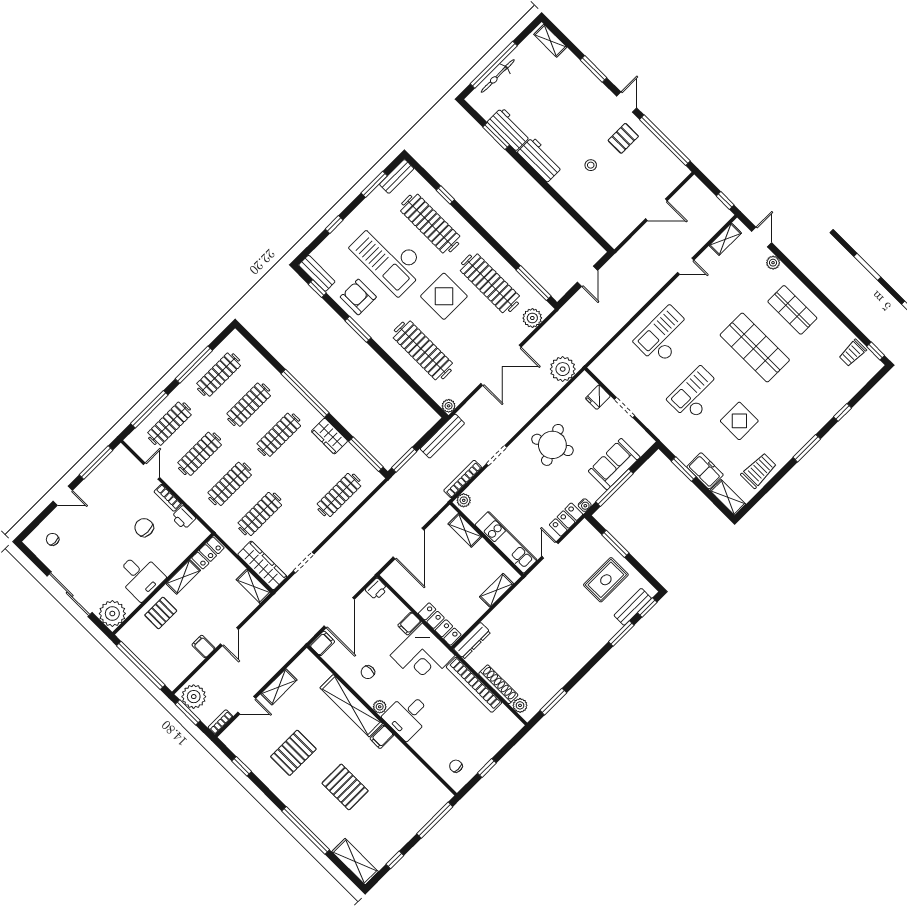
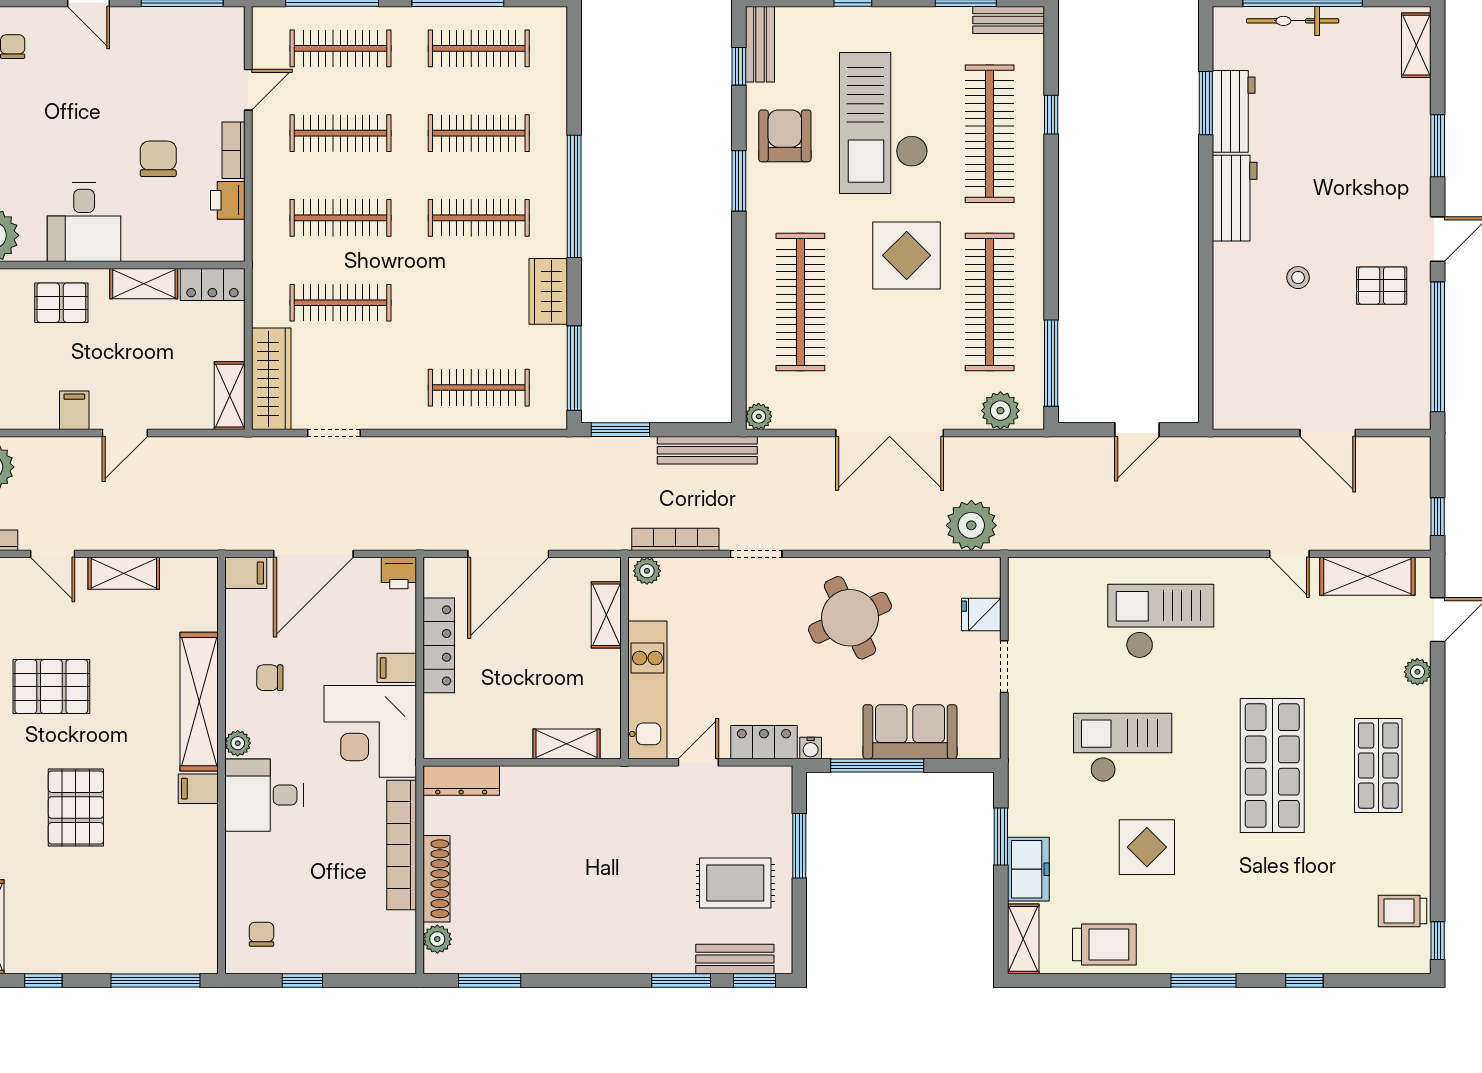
shelving: (725, 239) -> (1367, 576), width x1.50, depth x1.33
locker: (440, 624) -> (439, 645), moved

